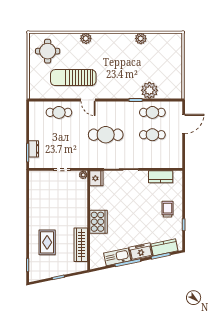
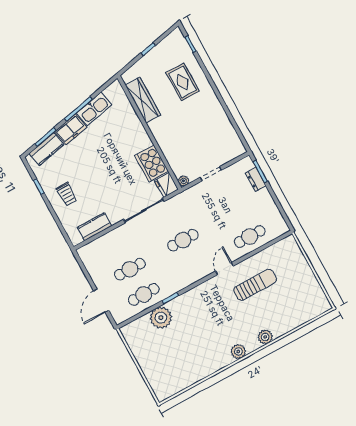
plant: (141, 38) -> (238, 352), moved
round table: (48, 51) -> (301, 299), removed
sun lounger: (73, 78) -> (255, 285), width x0.73, depth x0.75
door: (88, 100) -> (225, 269), hinge flipped
cafe table: (106, 135) -> (183, 240), width x0.73, depth x0.74
cooker: (98, 222) -> (152, 163), moved

